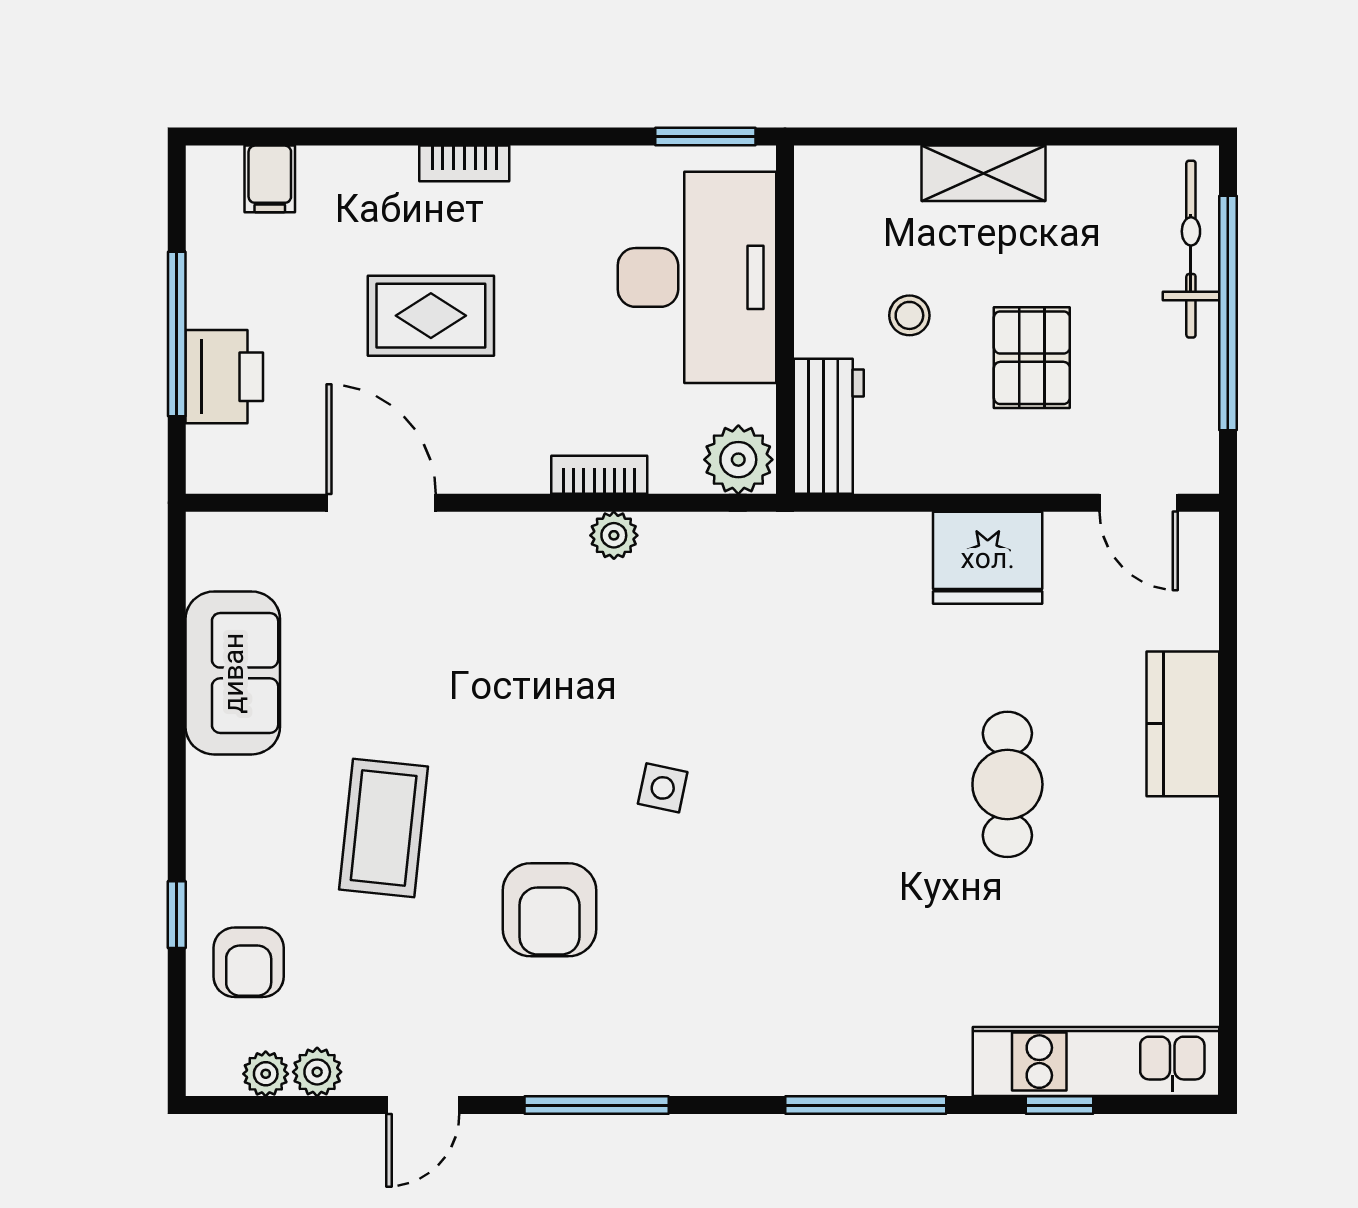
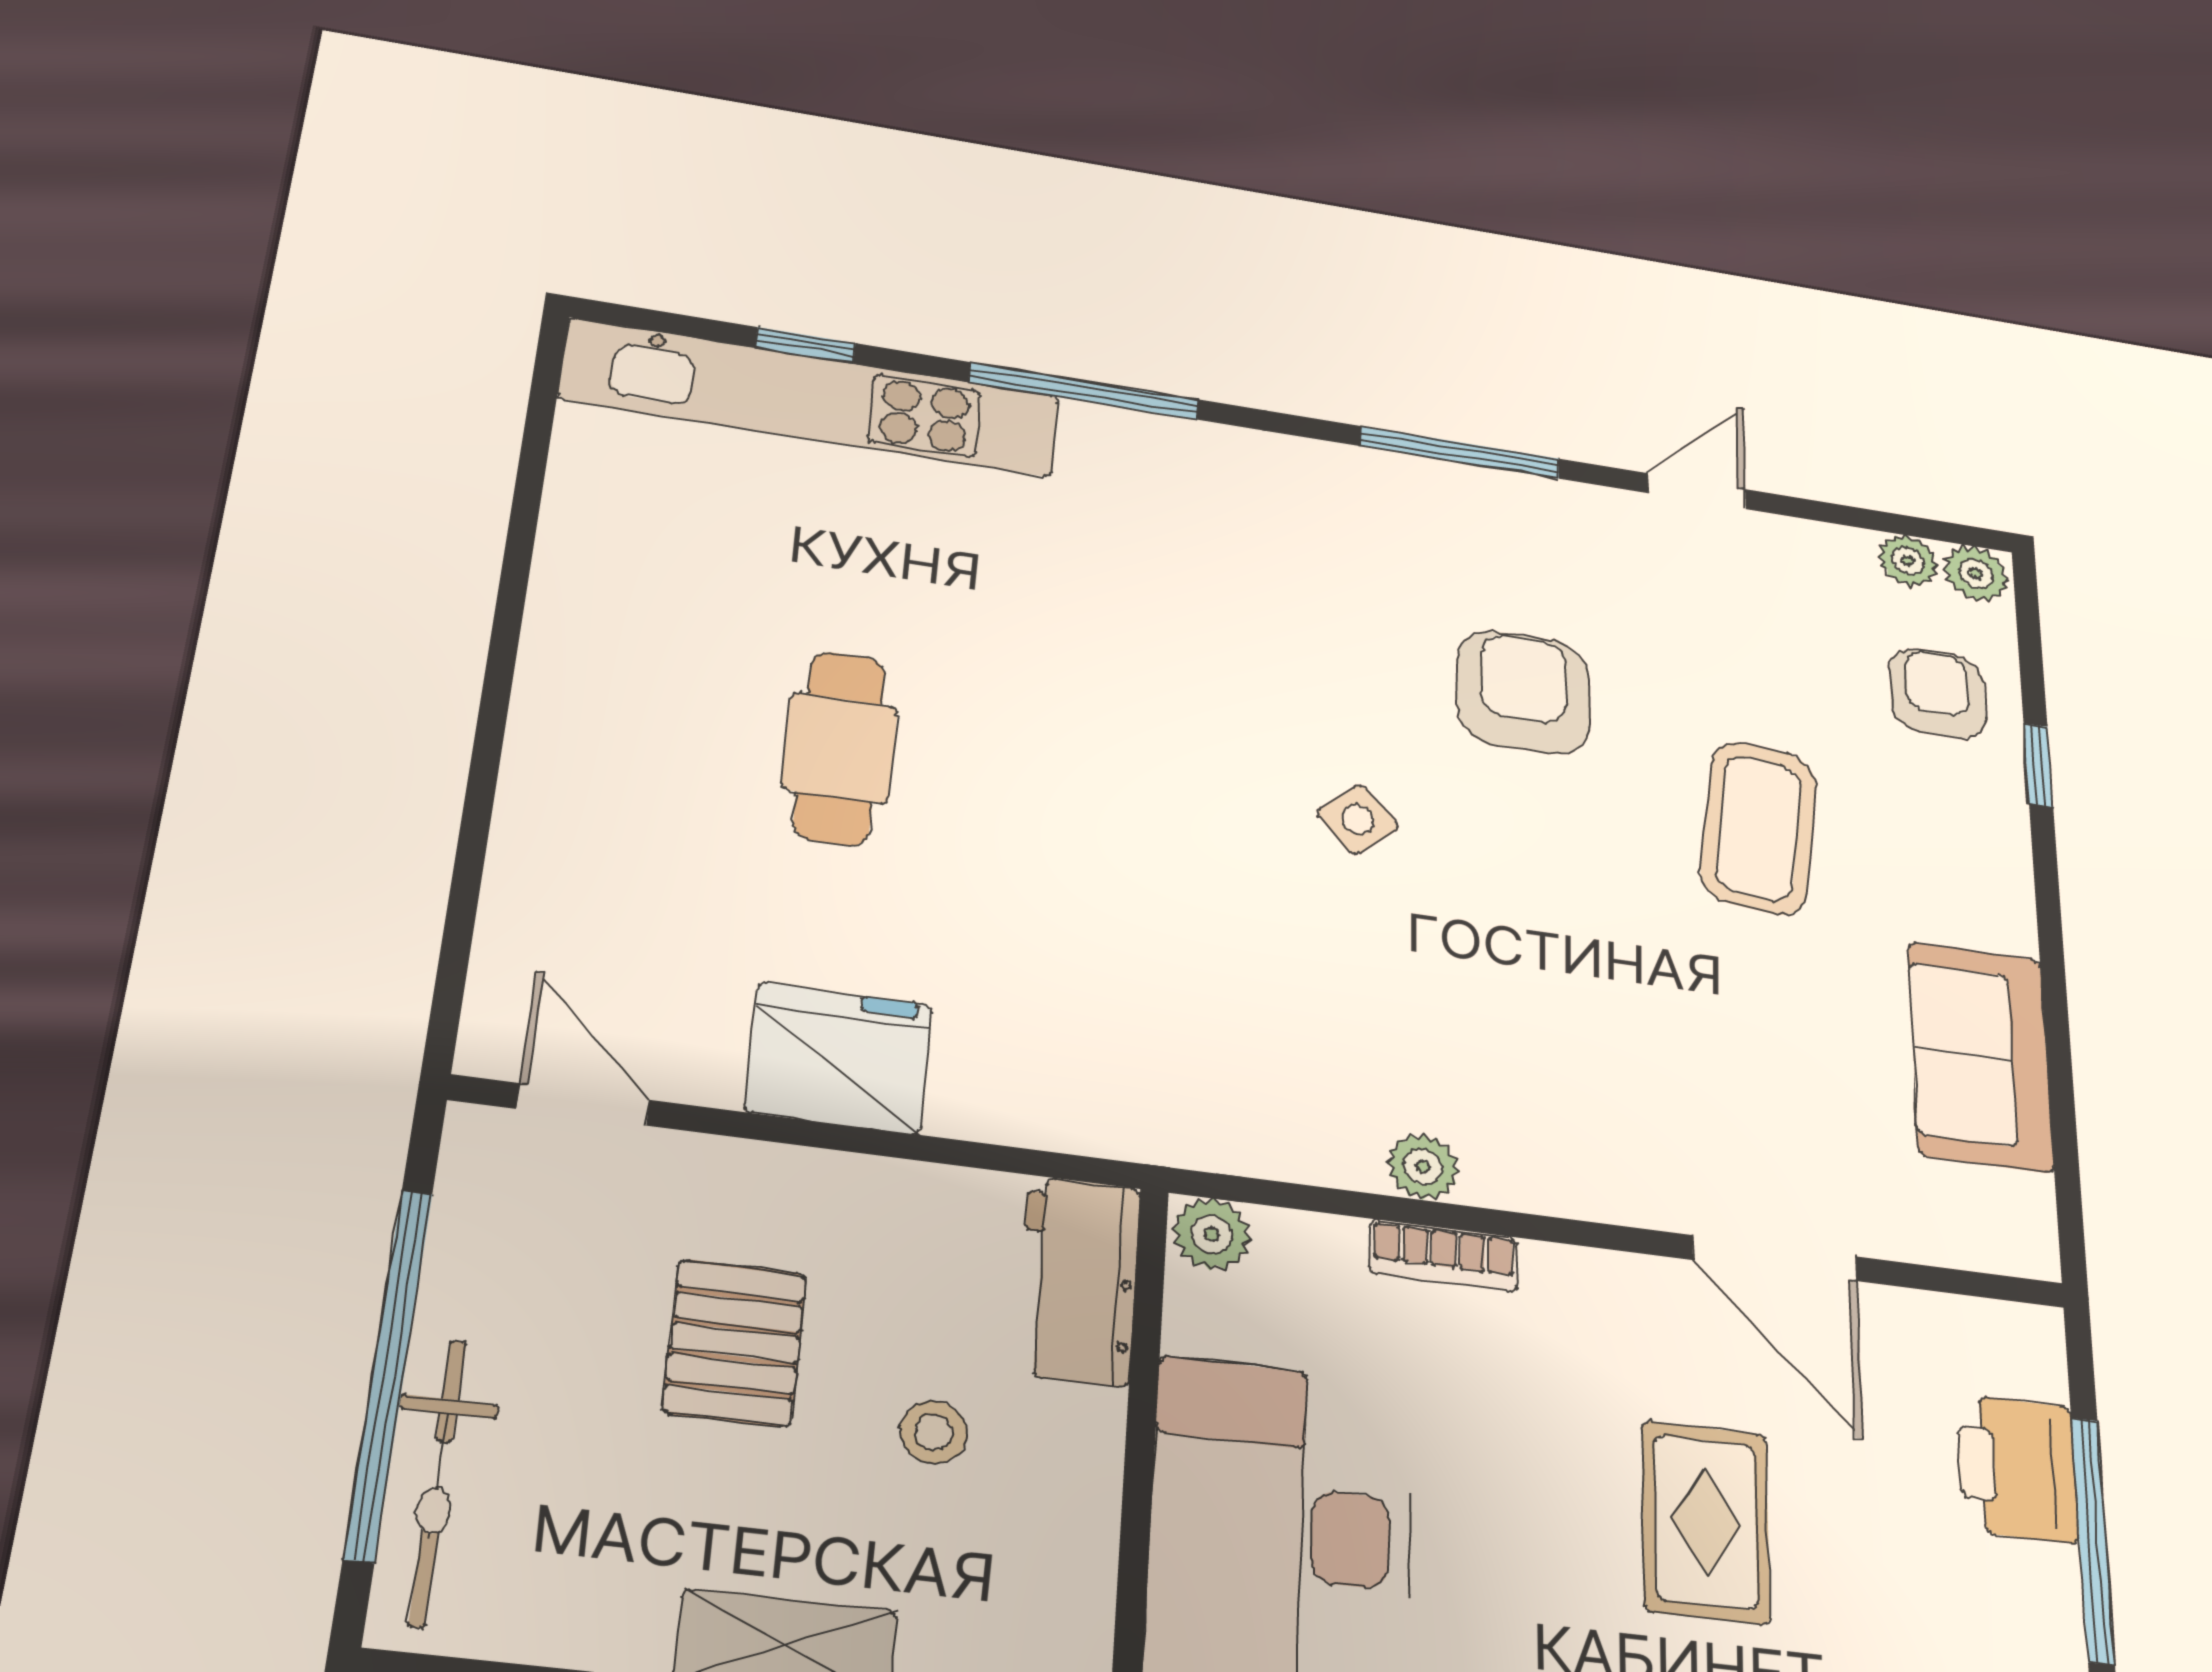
rug: (431, 316) -> (1706, 1522), turned 90
plant: (738, 460) -> (1212, 1234), width x0.73, depth x0.73
kitchen counter: (1183, 724) -> (555, 787), removed
side table: (663, 788) -> (1358, 819), turned 36
kitchen unit: (1096, 1062) -> (812, 398), width x1.36
plant: (317, 1072) -> (1976, 574), moved

